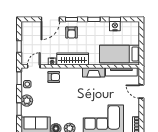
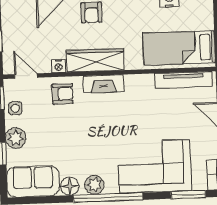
door: (34, 66) -> (26, 76), hinge flipped
fireplace: (94, 72) -> (104, 84), moved

